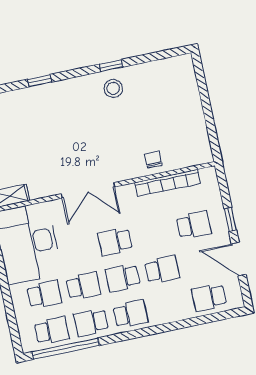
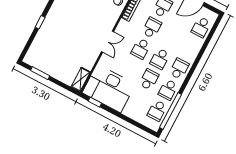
double door: (88, 190) -> (107, 42), width x0.73
school desk: (162, 270) -> (152, 28), moved
school desk: (44, 294) -> (138, 100), removed
school desk: (52, 331) -> (157, 110), turned 180

